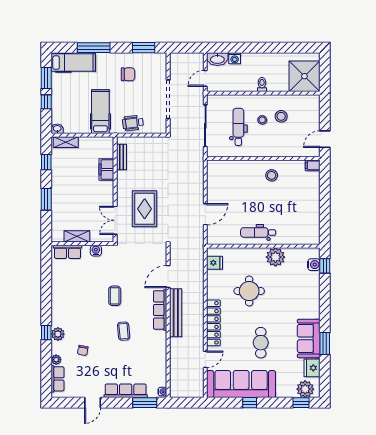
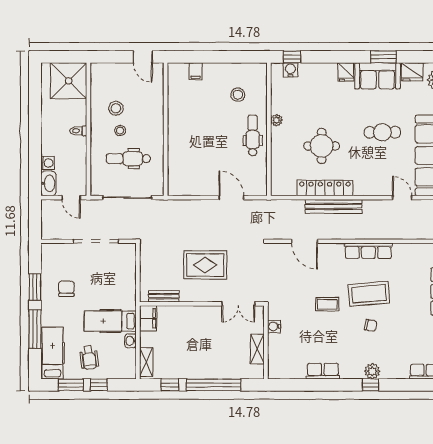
window: (144, 48) -> (35, 287), moved
wheelchair: (133, 123) -> (89, 358), moved
washbasin: (57, 129) -> (130, 341), moved
filing cabinet: (313, 165) -> (196, 71), moved
filing cabinet: (106, 169) -> (148, 318), moved, turned -90
stool: (272, 175) -> (238, 95), moved
window: (46, 199) -> (214, 385), width x2.11
rug: (145, 209) -> (205, 265), moved
dental chair: (258, 232) -> (253, 135), turned 180
row of seats: (67, 252) -> (323, 371), moved, turned -90
plant: (275, 257) -> (276, 120), width x0.53, depth x0.53
fridge: (215, 263) -> (346, 72), moved, turned 180
row of seats: (160, 310) -> (368, 251), moved
bench: (176, 313) -> (334, 206), moved
locker: (213, 323) -> (325, 188), moved
coffee table: (124, 331) -> (369, 294), width x1.86, depth x1.72
chair: (83, 350) -> (370, 325), moved
plant: (56, 360) -> (402, 373), removed

